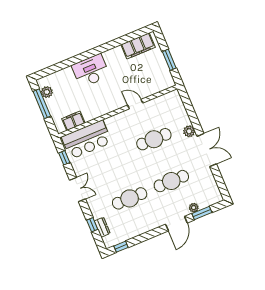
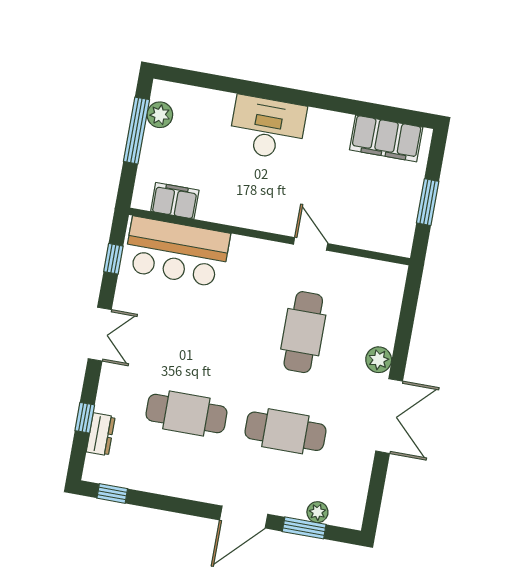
cafe table: (154, 139) -> (303, 332), turned 90
plant: (194, 208) -> (317, 512), moved

